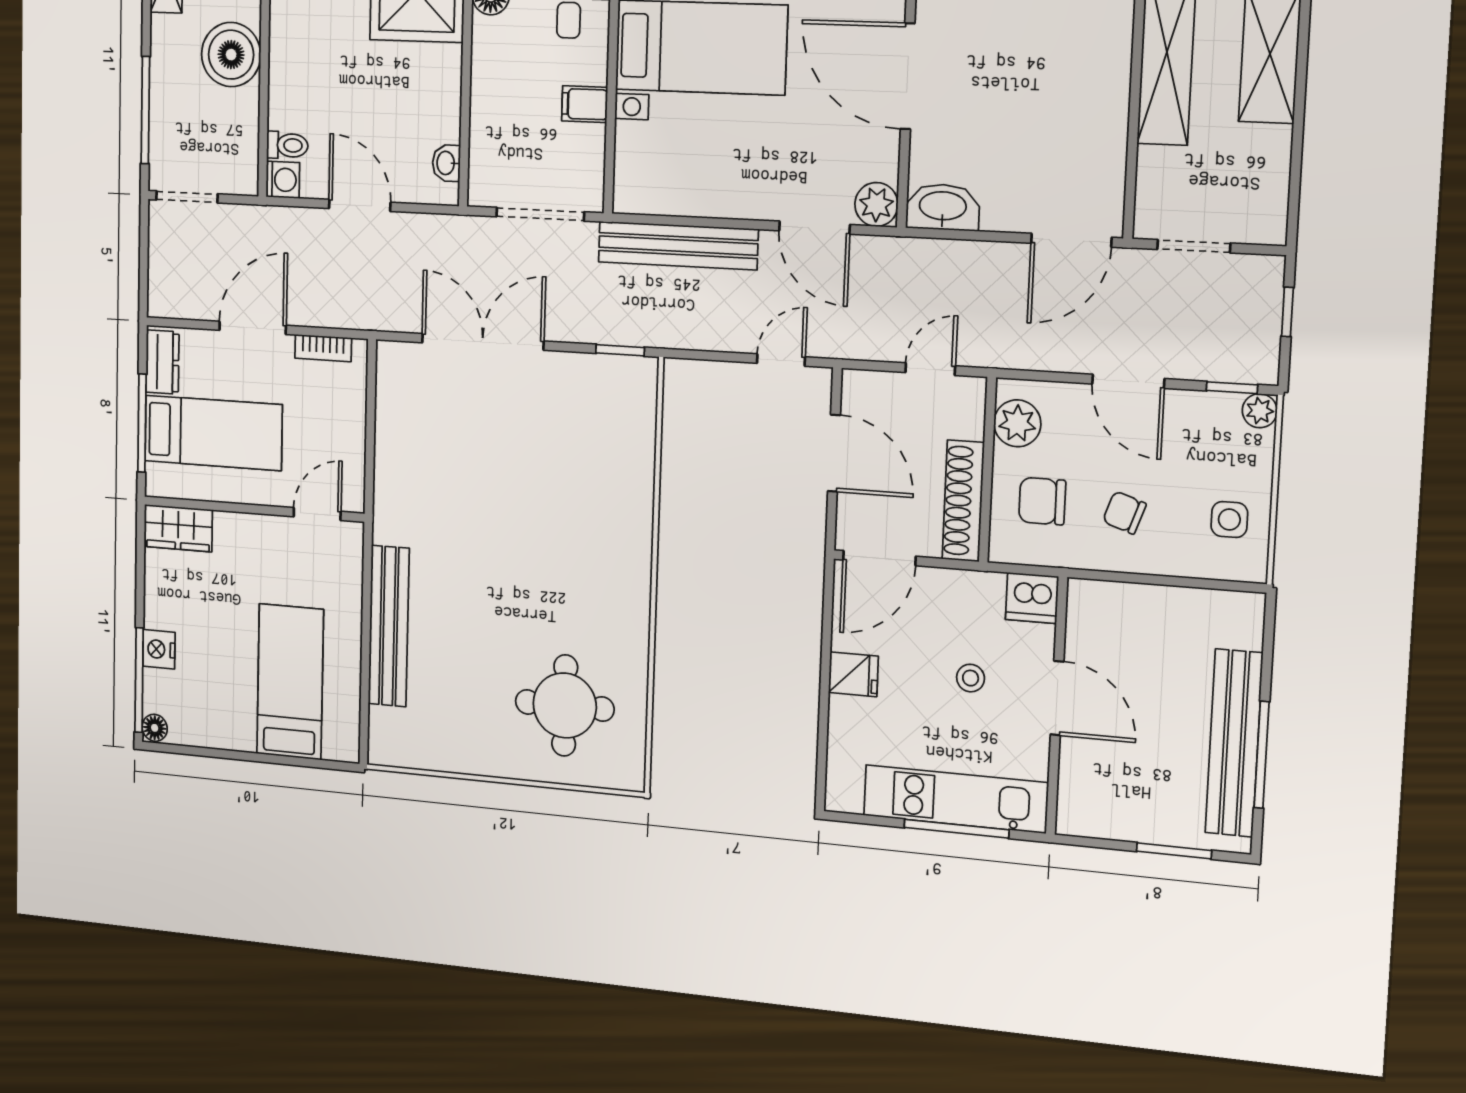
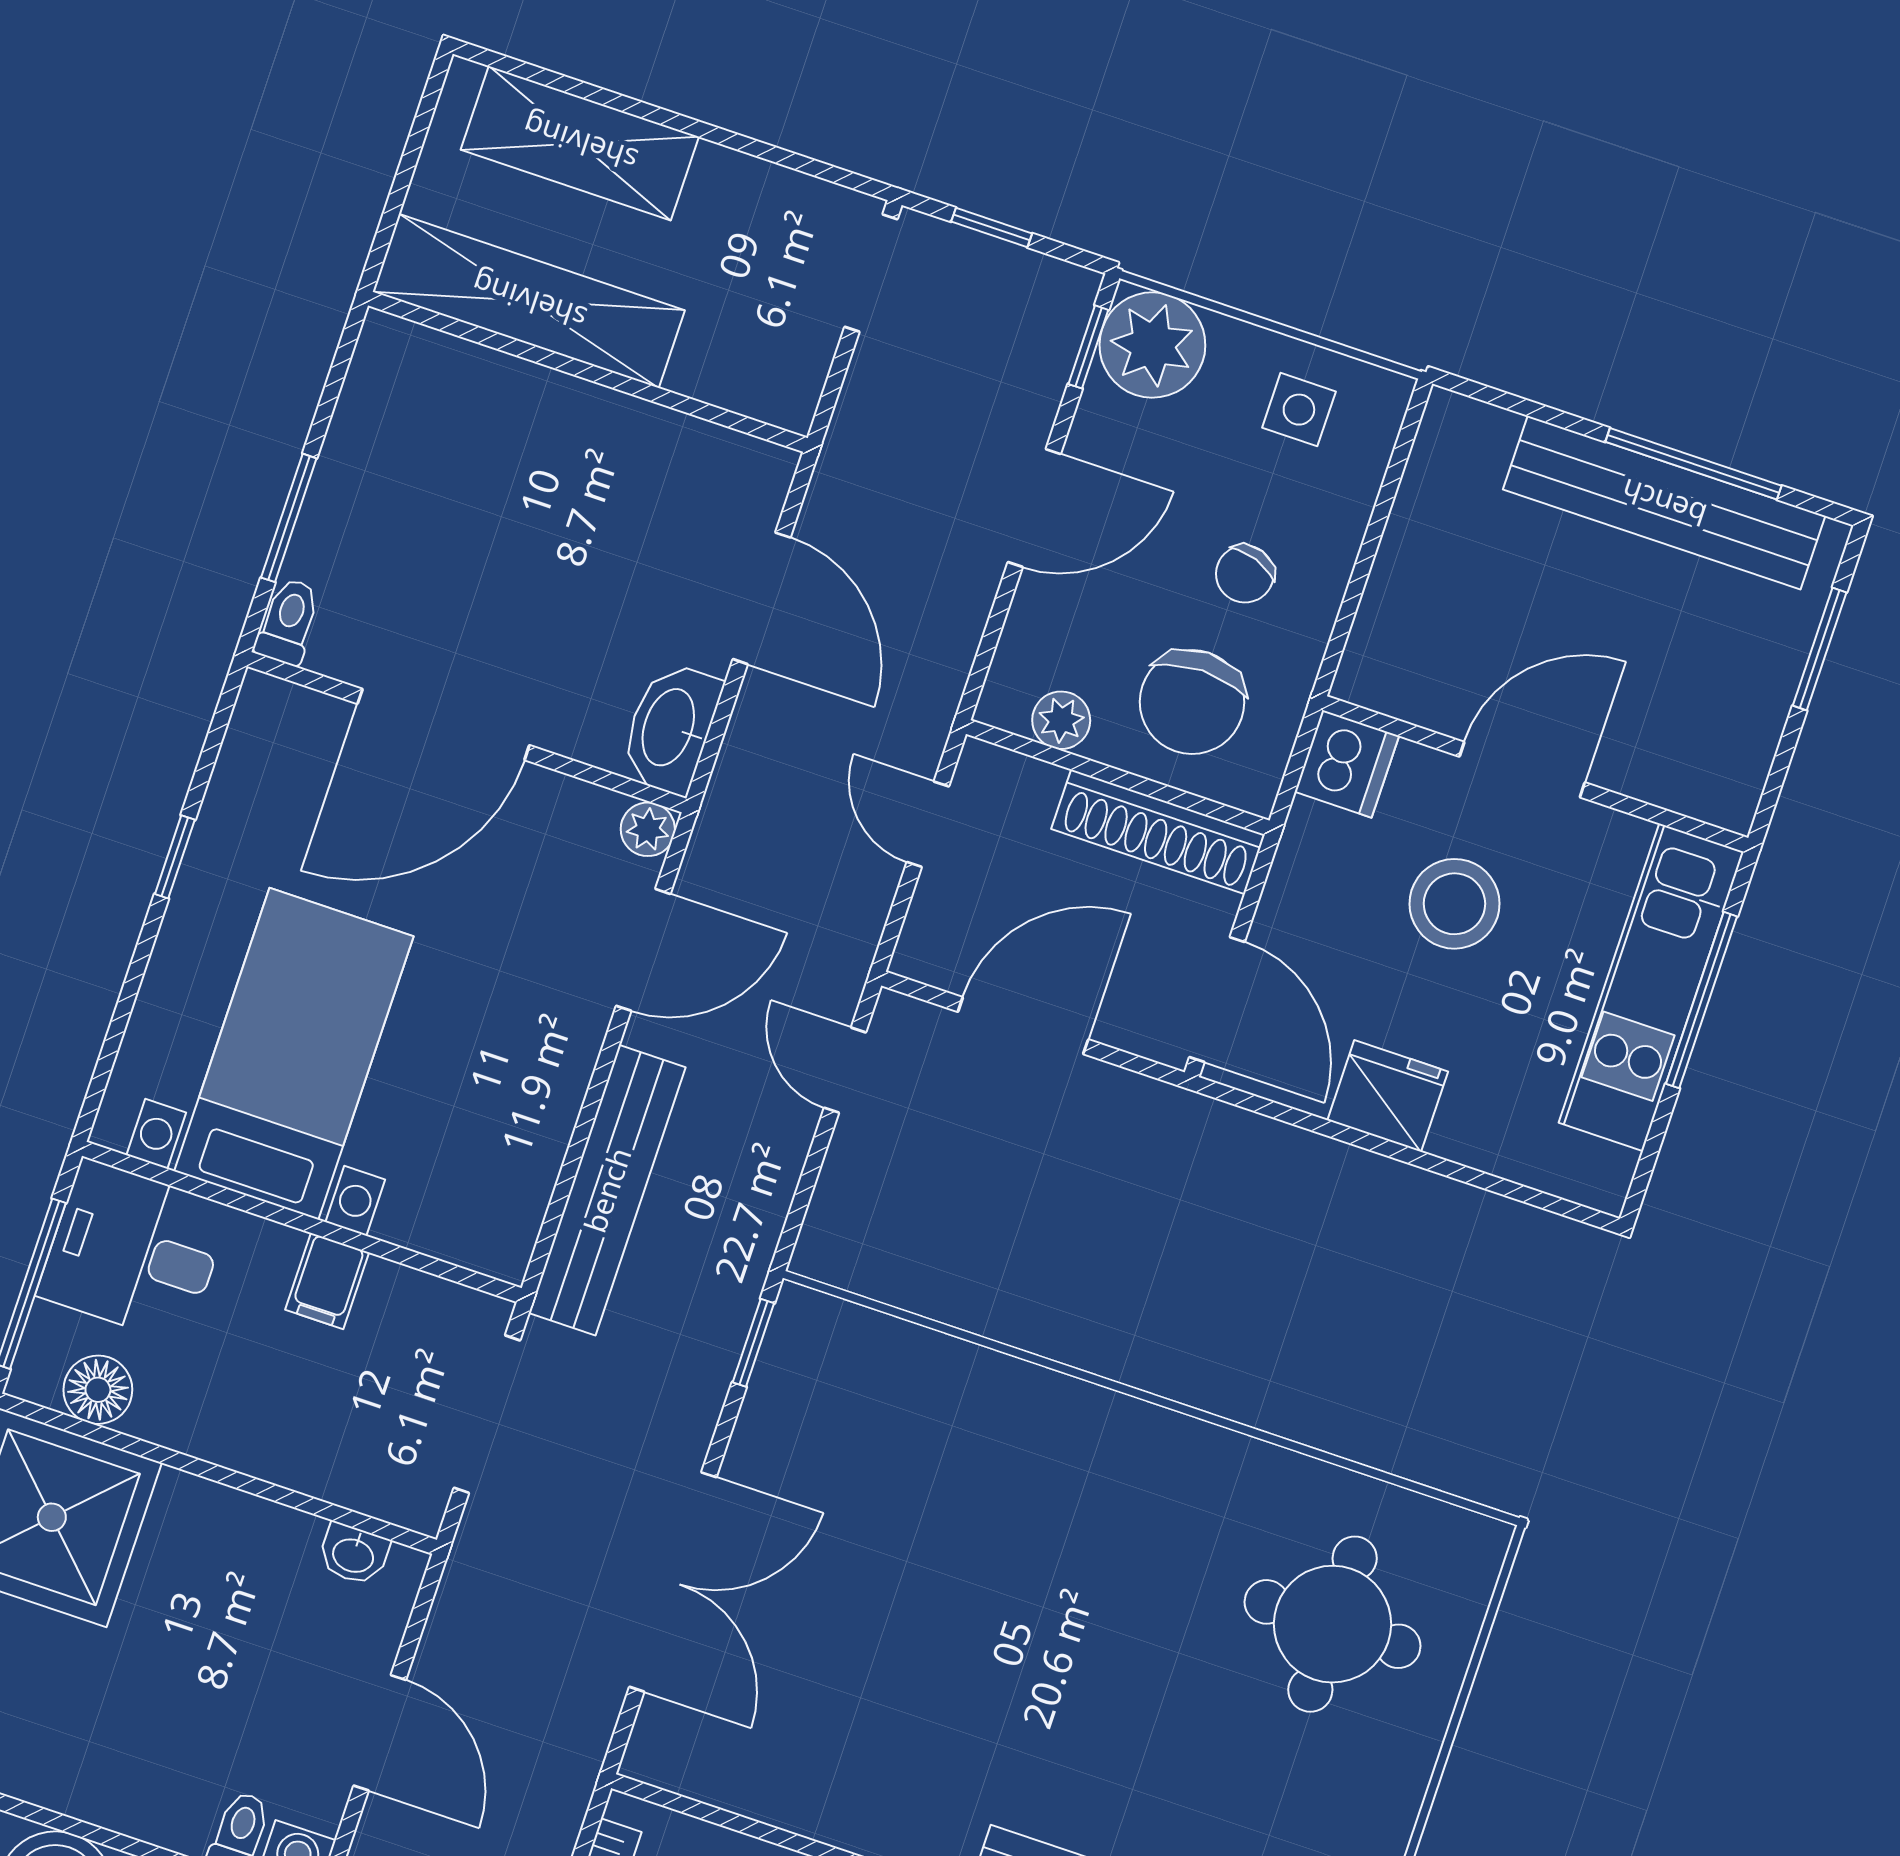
plant: (876, 204) -> (648, 829), width x0.73, depth x0.73
door: (360, 205) -> (380, 1733), swing flipped
door: (1071, 240) -> (762, 598), moved
doorway: (1194, 246) -> (871, 273), moved
double door: (483, 342) -> (673, 1582), swing flipped
plant: (1260, 411) -> (1152, 345), width x1.88, depth x1.88
plant: (1017, 423) -> (1061, 720), width x0.73, depth x0.73
chair: (1042, 501) -> (1192, 702), width x1.37, depth x1.37
fridge: (853, 674) -> (1388, 1096), width x1.38
stool: (971, 678) -> (1454, 904), width x1.89, depth x1.89

